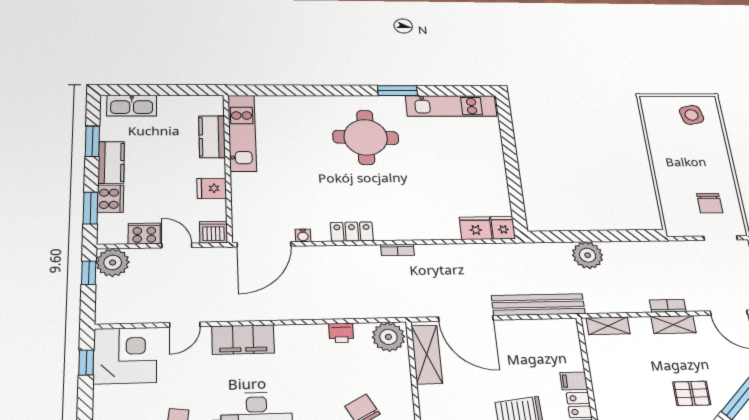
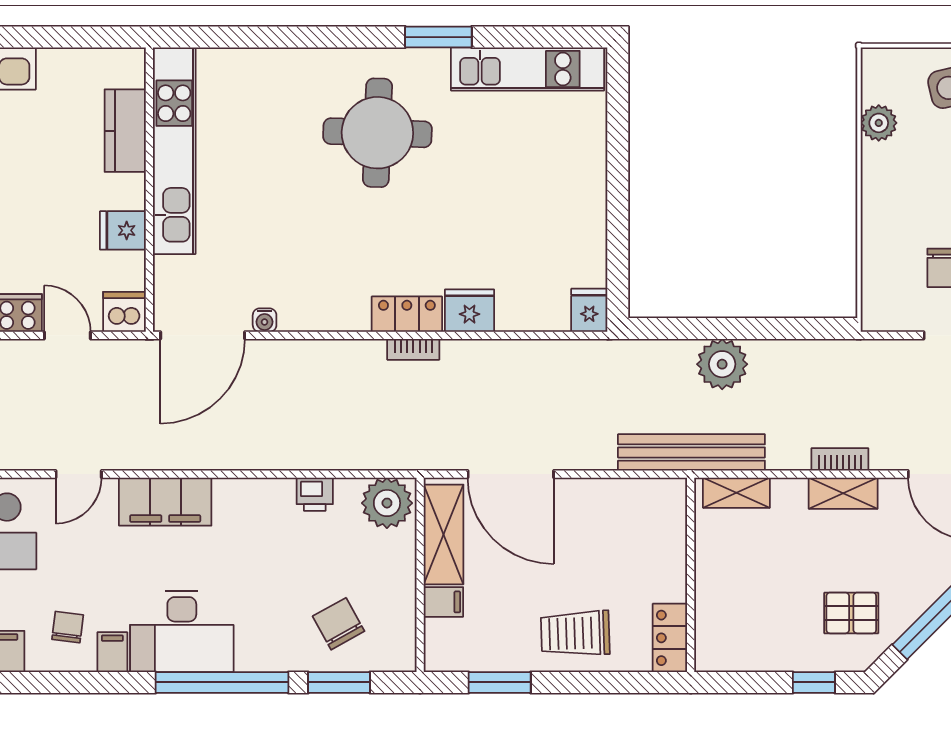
plant: (656, 132) -> (879, 123), added
kitchen unit: (242, 133) -> (174, 151), width x1.36
fridge: (476, 228) -> (469, 311), moved
locker: (352, 232) -> (407, 314), moved
bench: (538, 305) -> (691, 452), moved
filing cabinet: (574, 381) -> (443, 602), moved, turned 180

